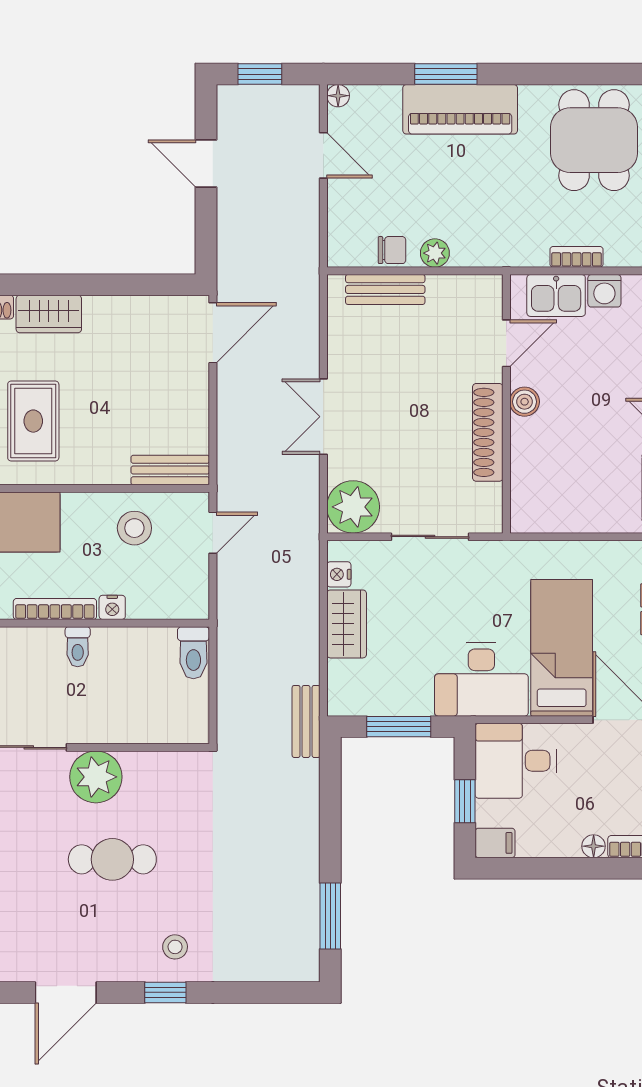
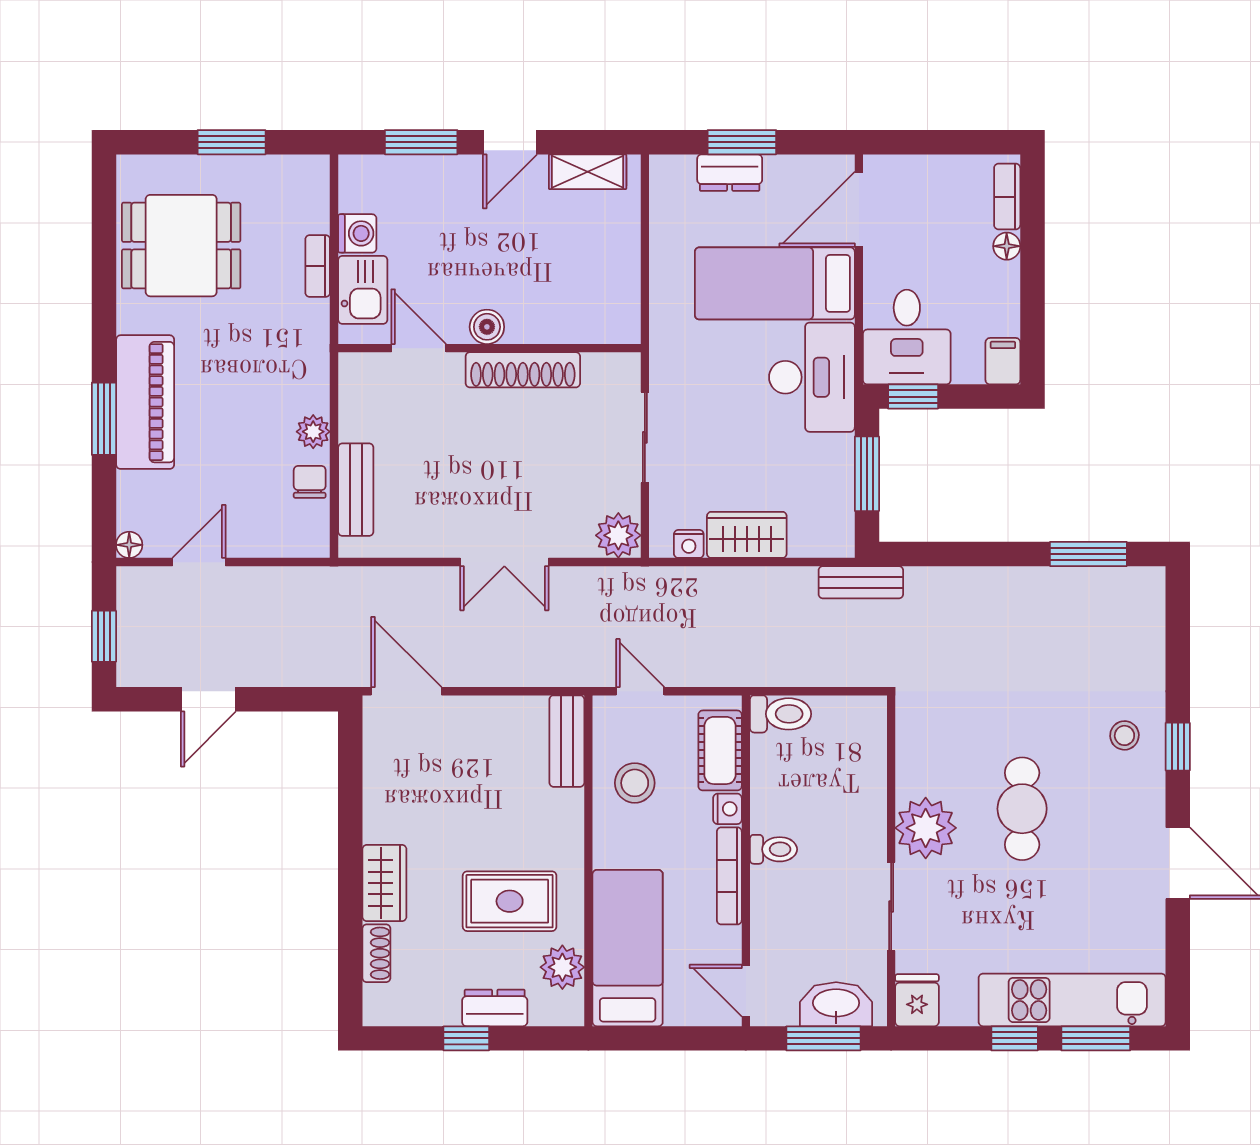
plant: (353, 507) -> (618, 535), width x0.73, depth x0.73
cot: (162, 601) -> (720, 750), added
window: (465, 801) -> (913, 397), moved

